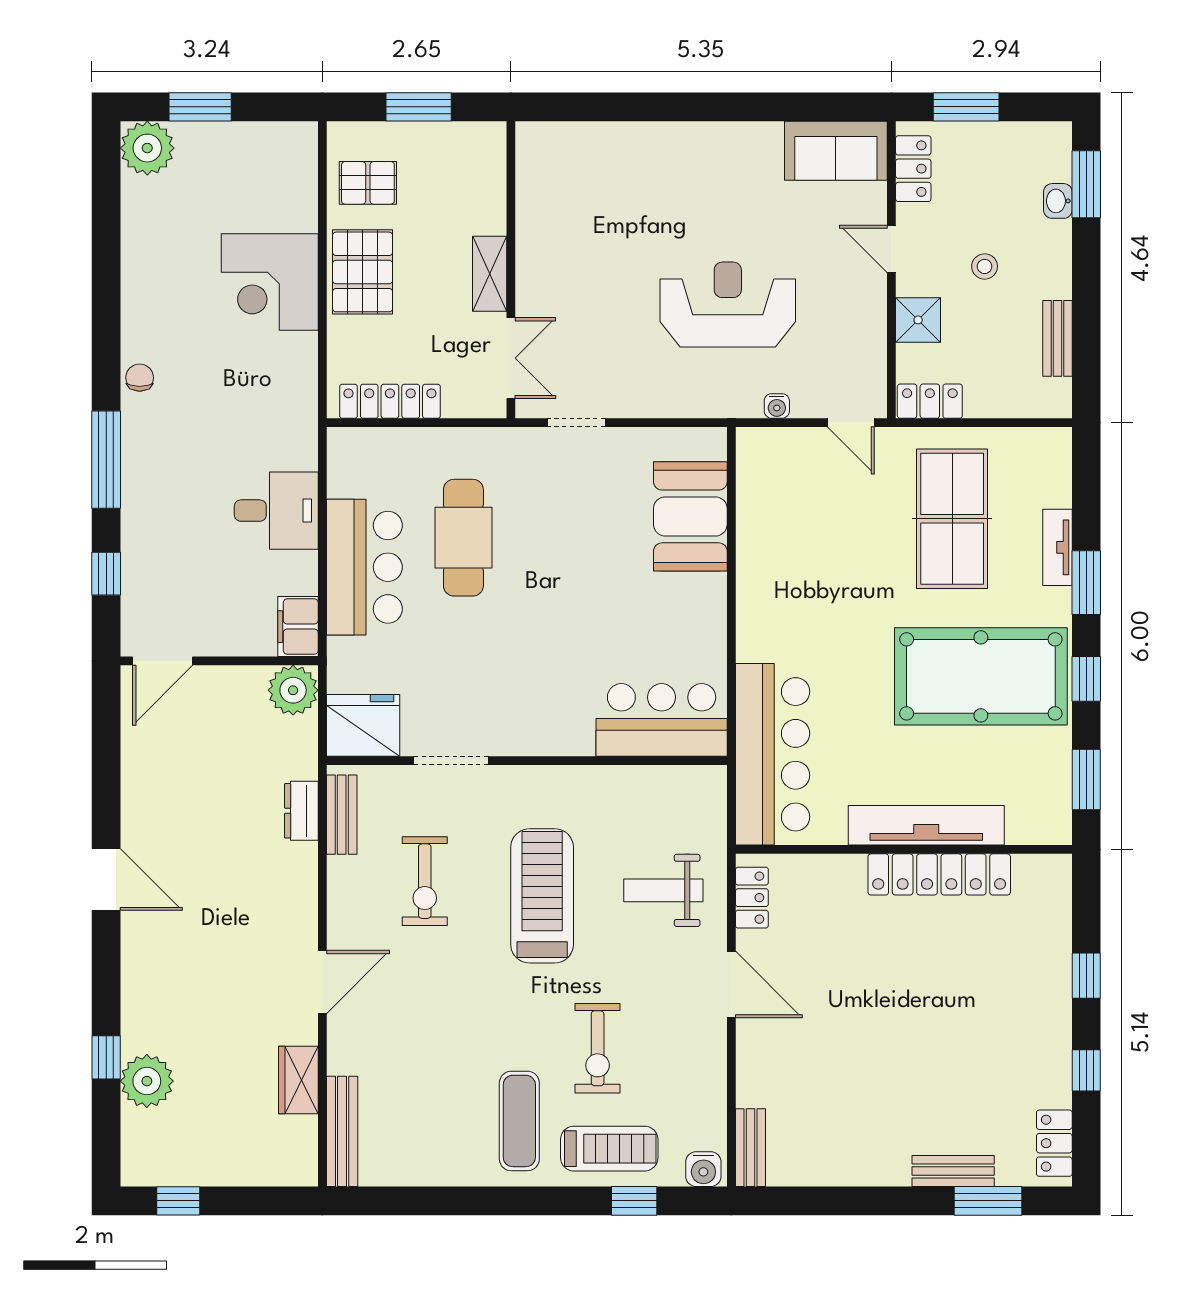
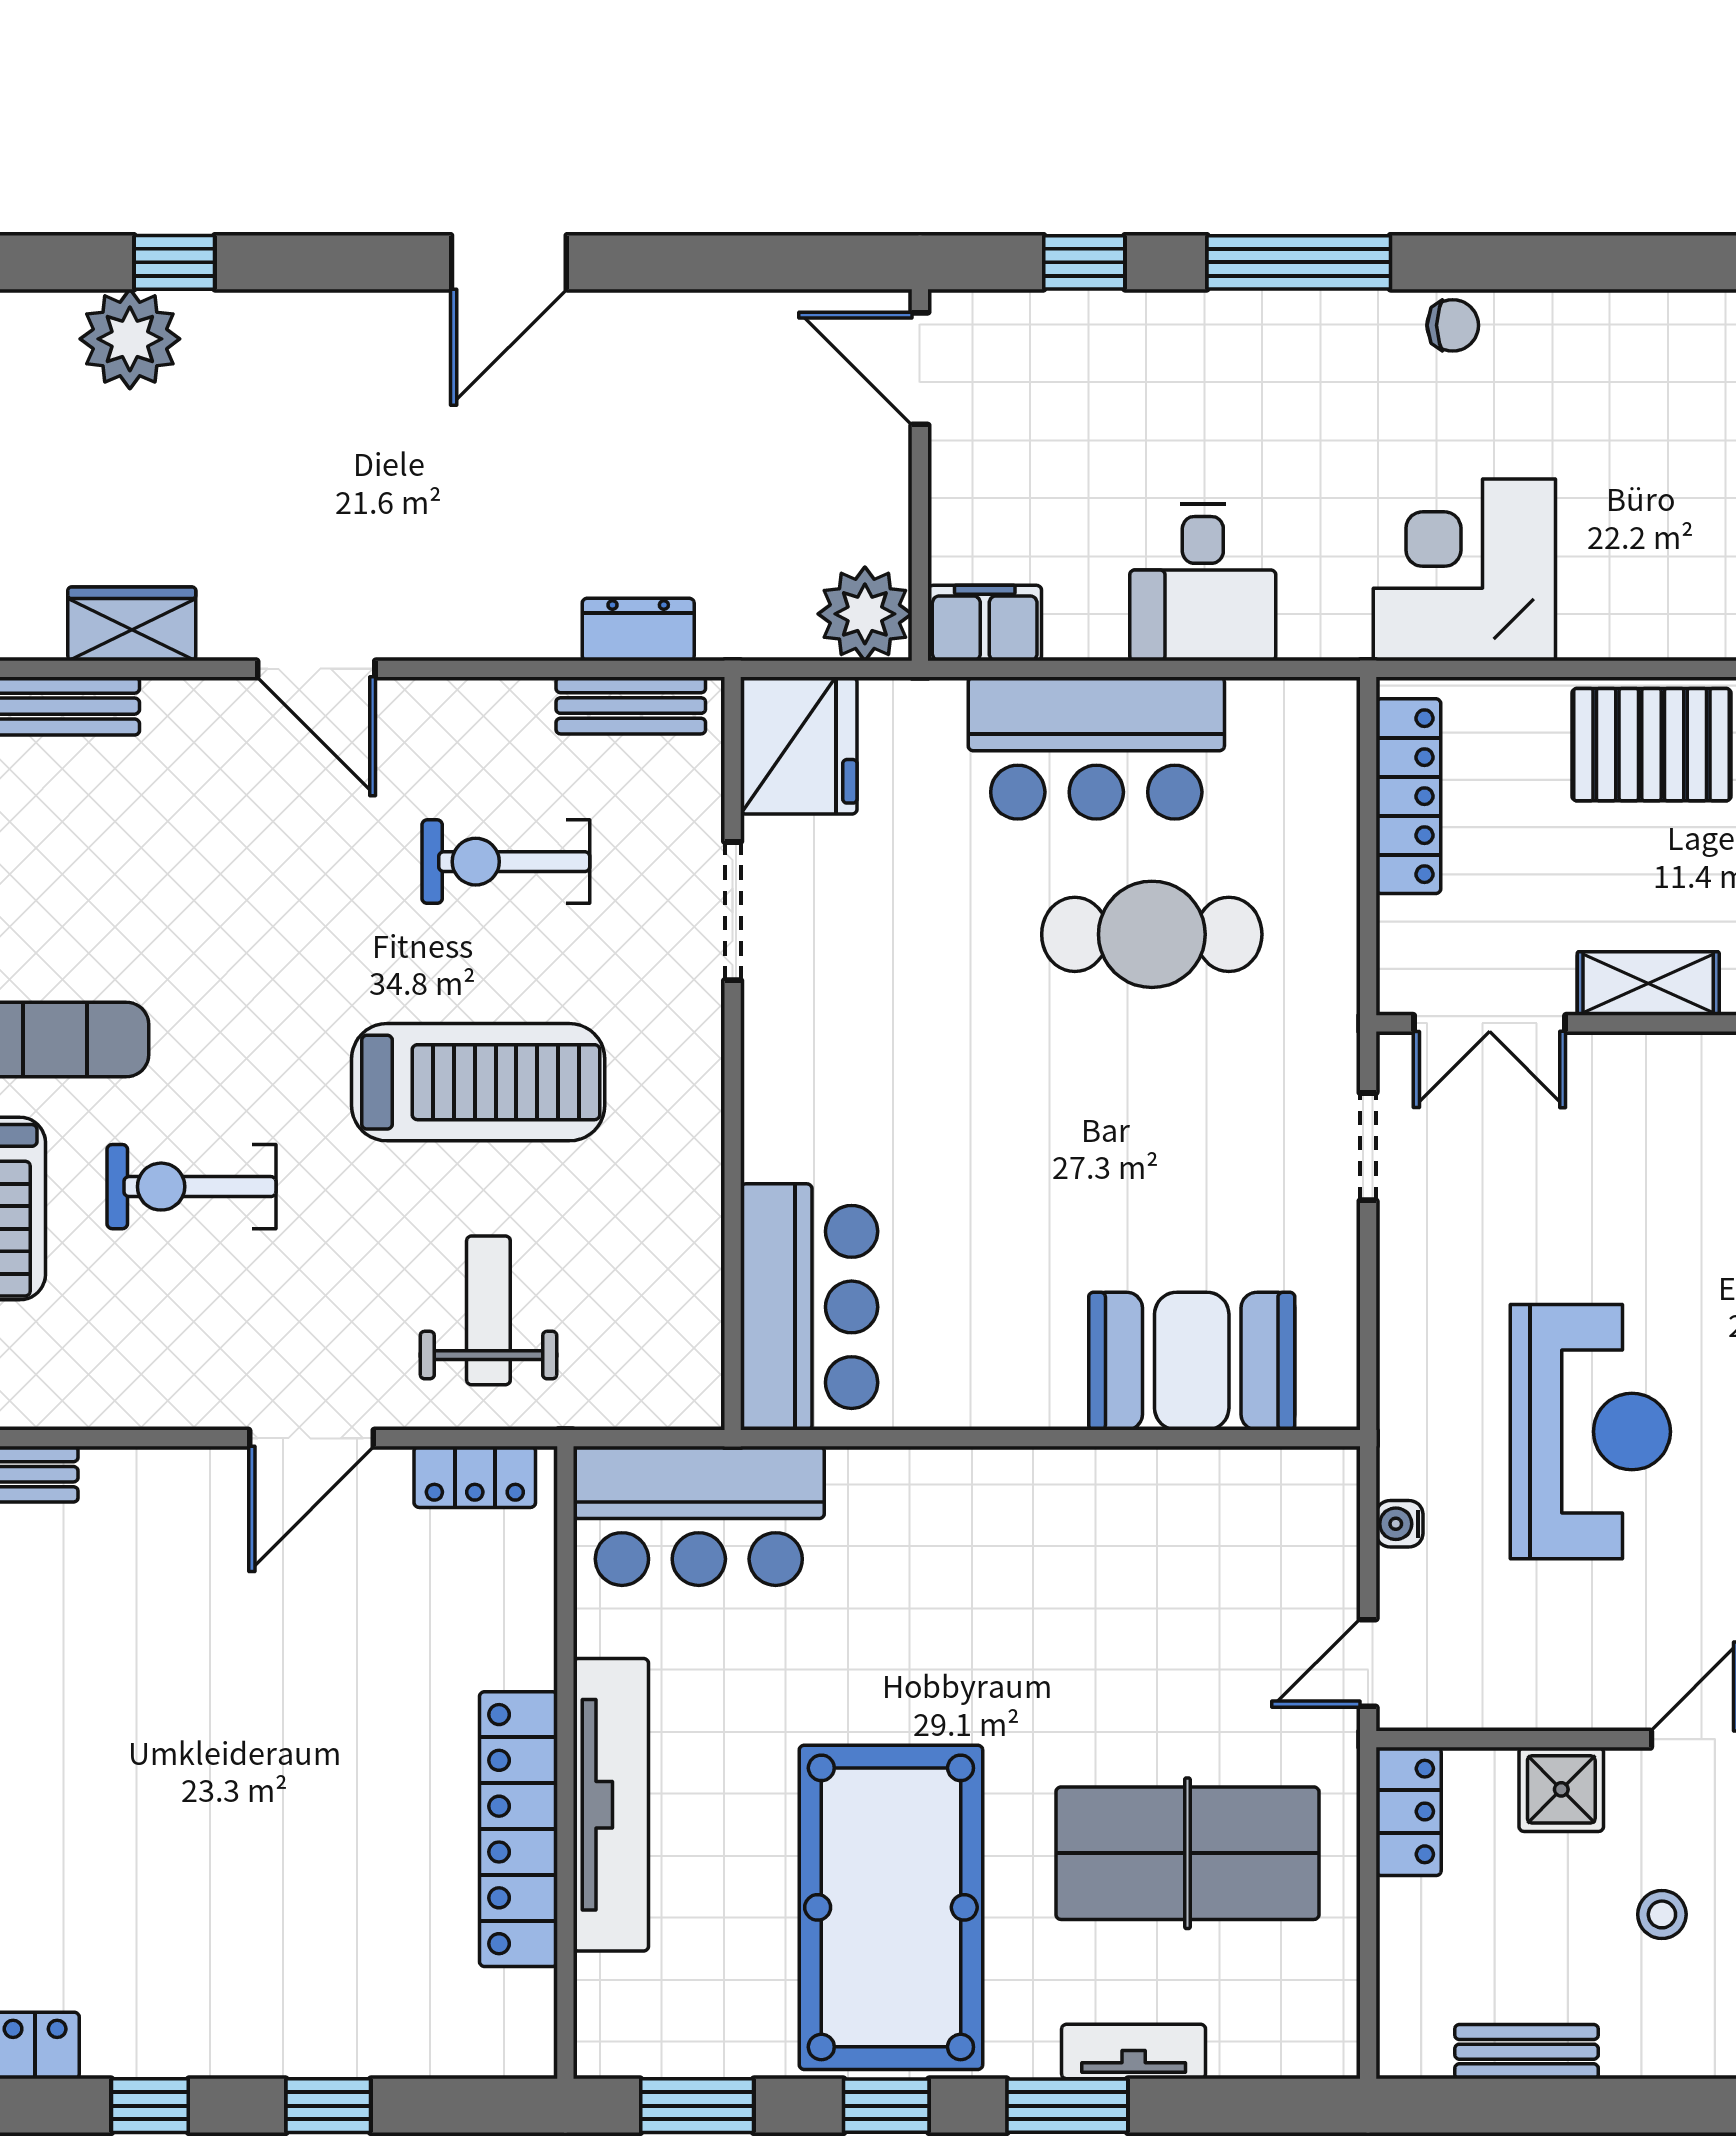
corner desk: (270, 282) -> (1464, 570), moved
bar counter: (773, 754) -> (699, 1516), width x0.73

